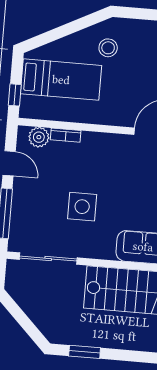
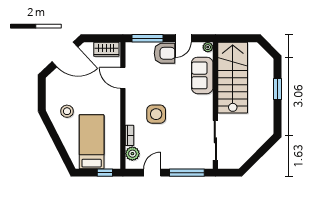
side table: (82, 207) -> (156, 114), moved
window: (85, 352) -> (278, 89), moved

